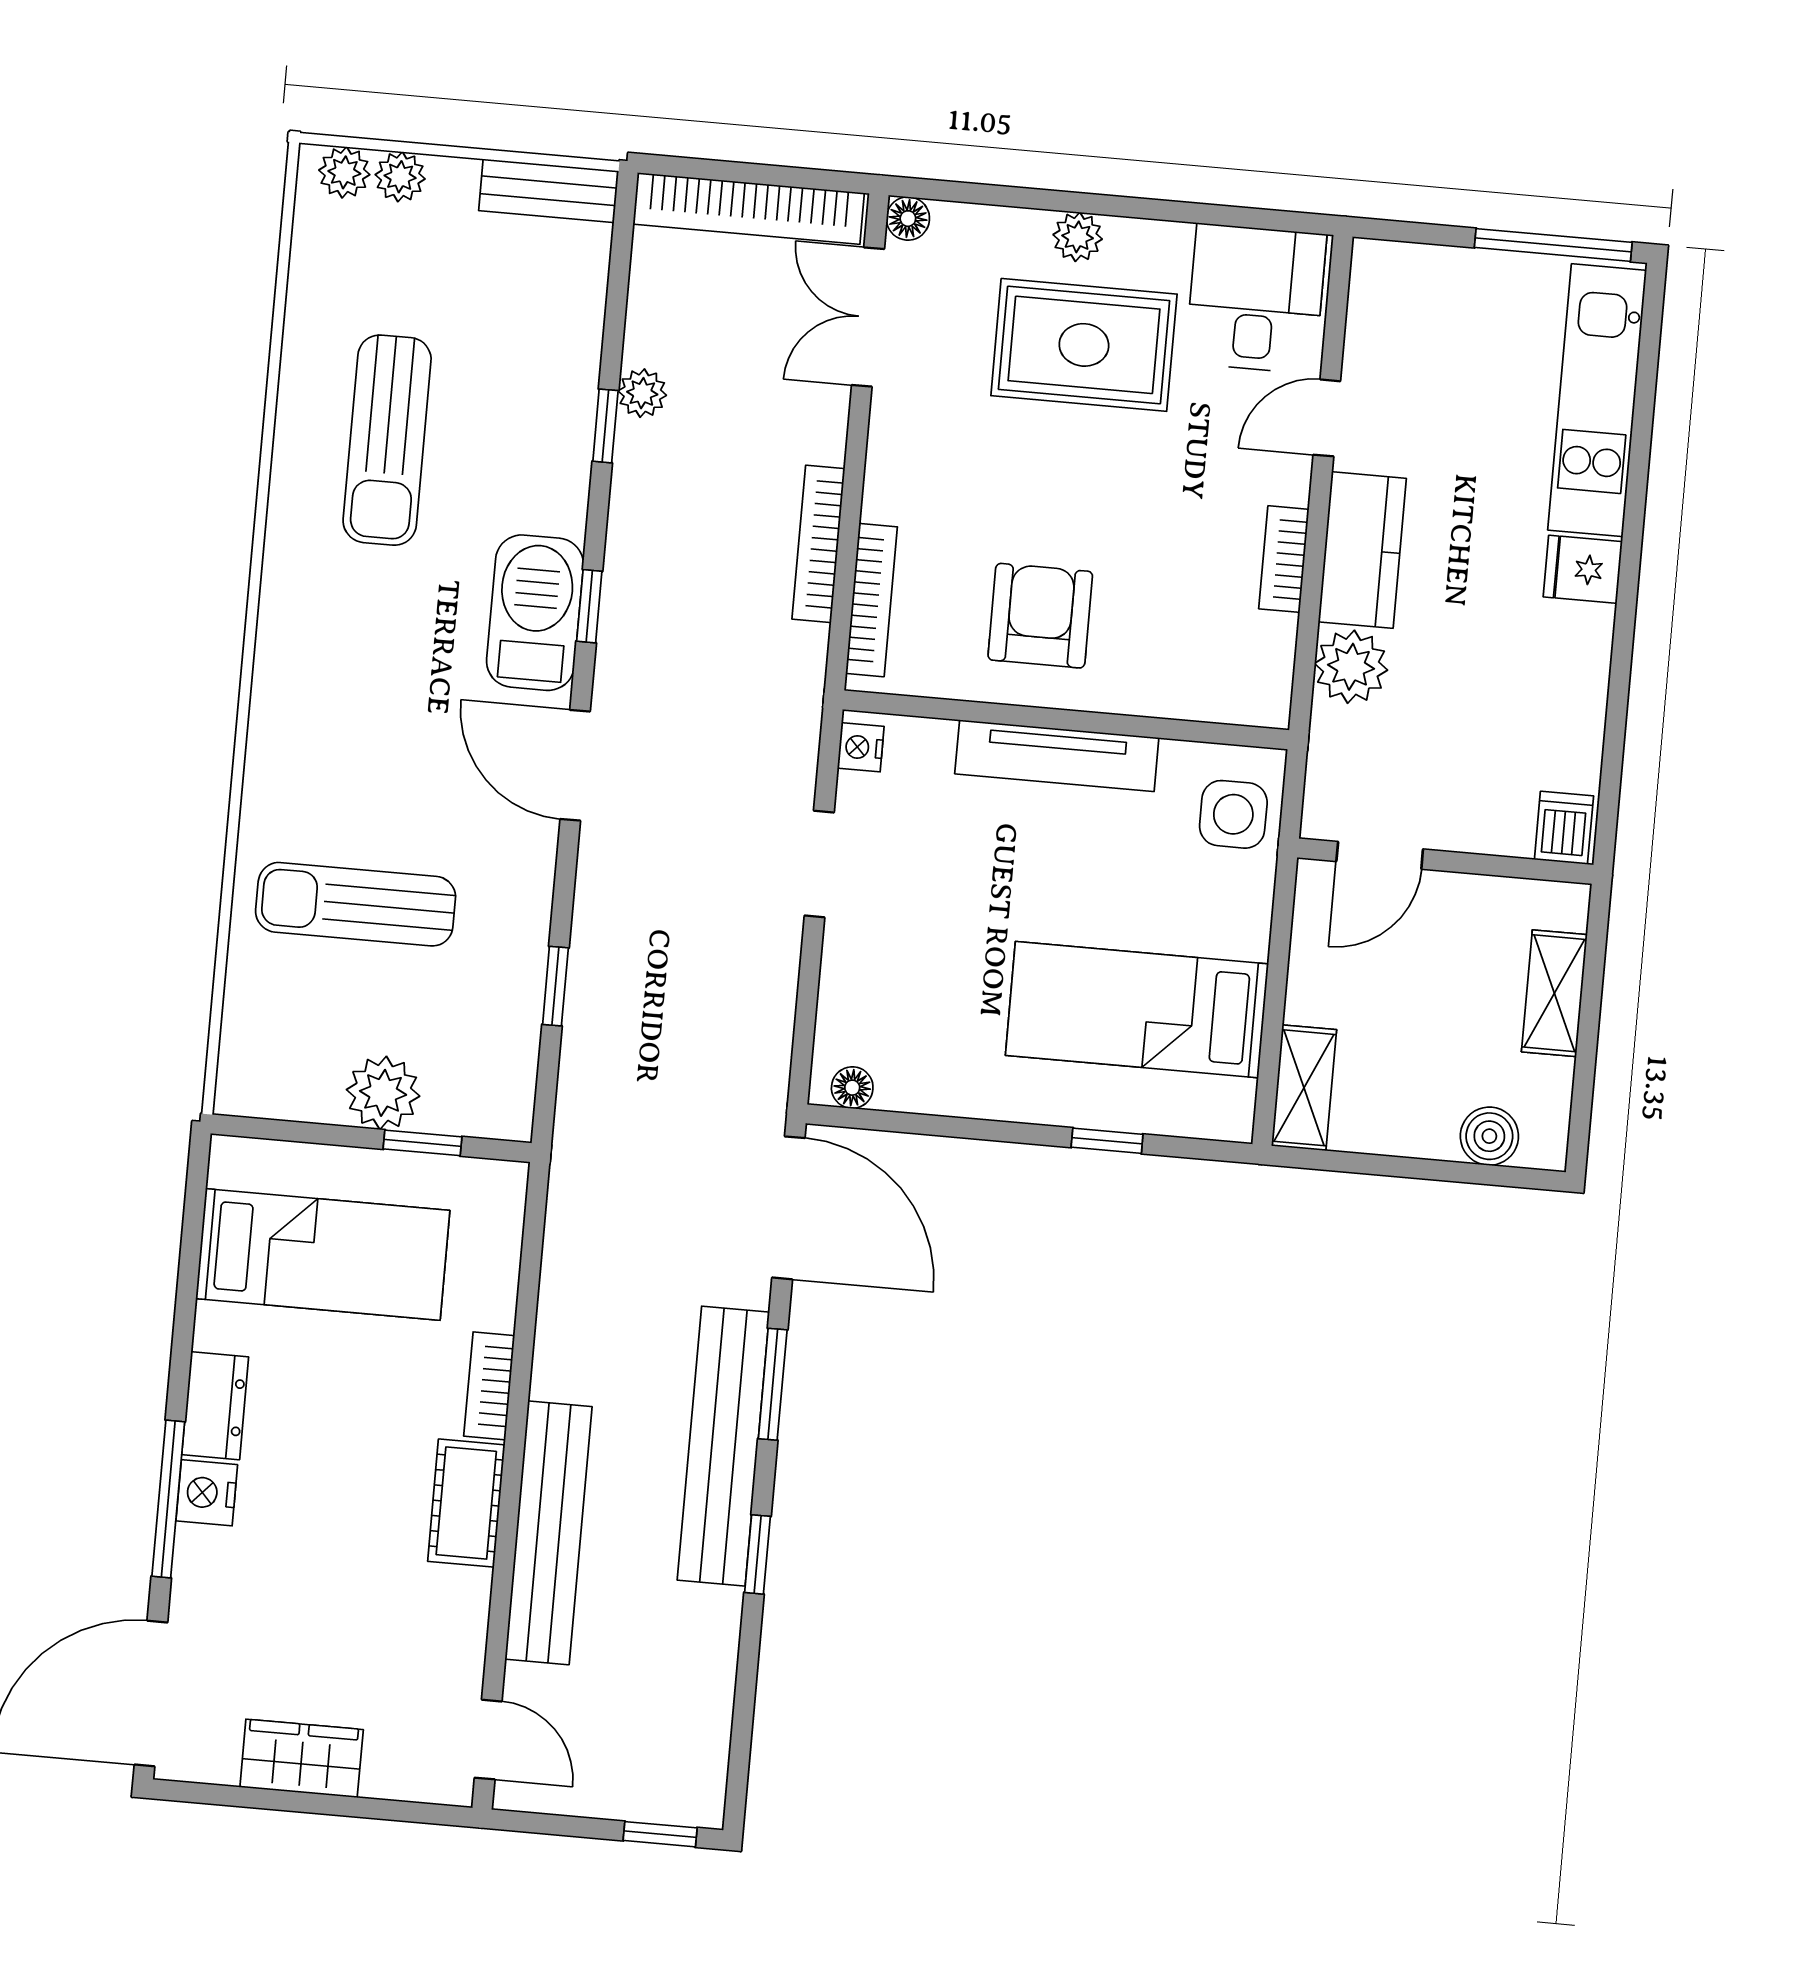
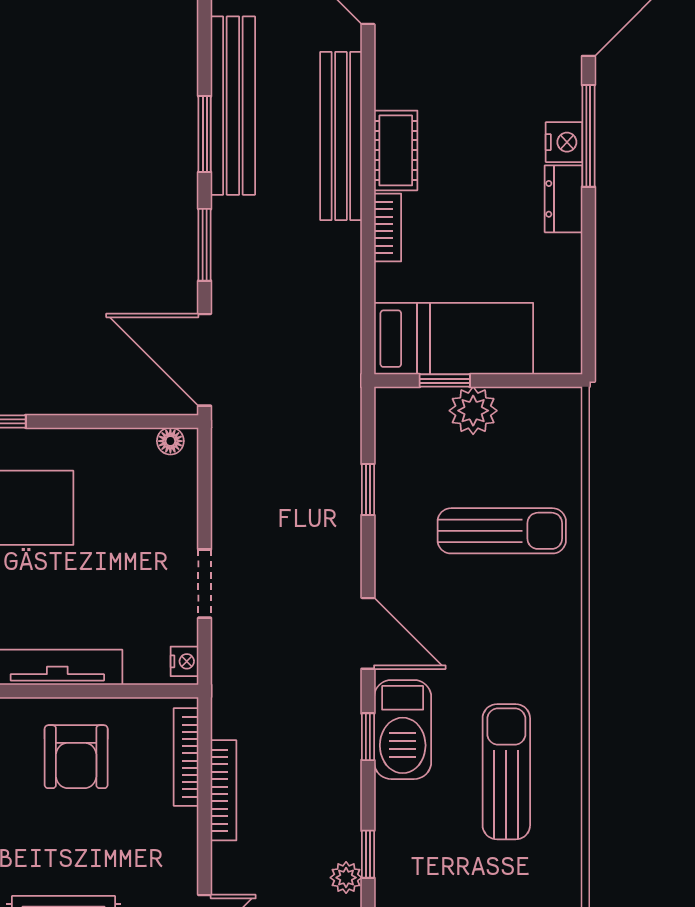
sun lounger: (387, 440) -> (506, 772), moved
bed: (323, 1254) -> (454, 339), moved, turned 180
bench: (723, 1446) -> (233, 106), moved
window: (758, 1554) -> (205, 134), width x1.50

